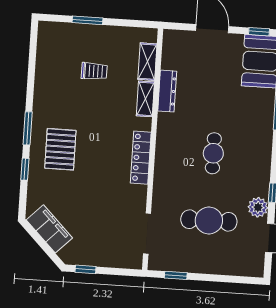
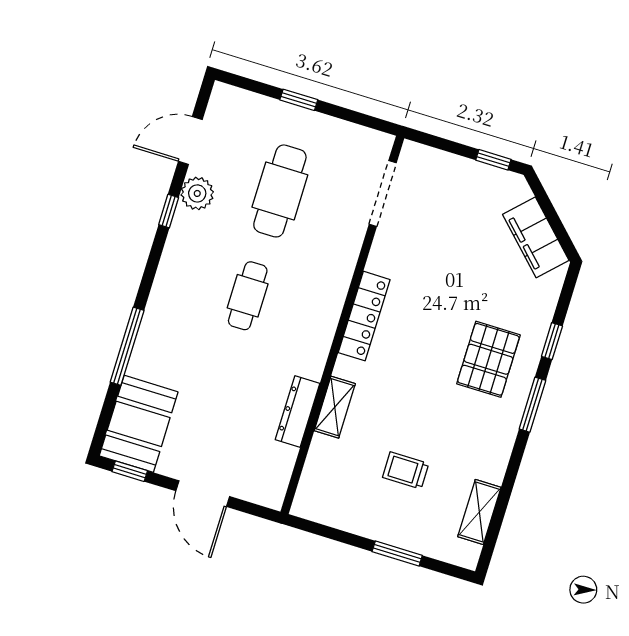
shelving: (147, 62) -> (479, 512), moved
cafe table: (209, 221) -> (280, 191), turned 90
window: (176, 275) -> (299, 100), moved

